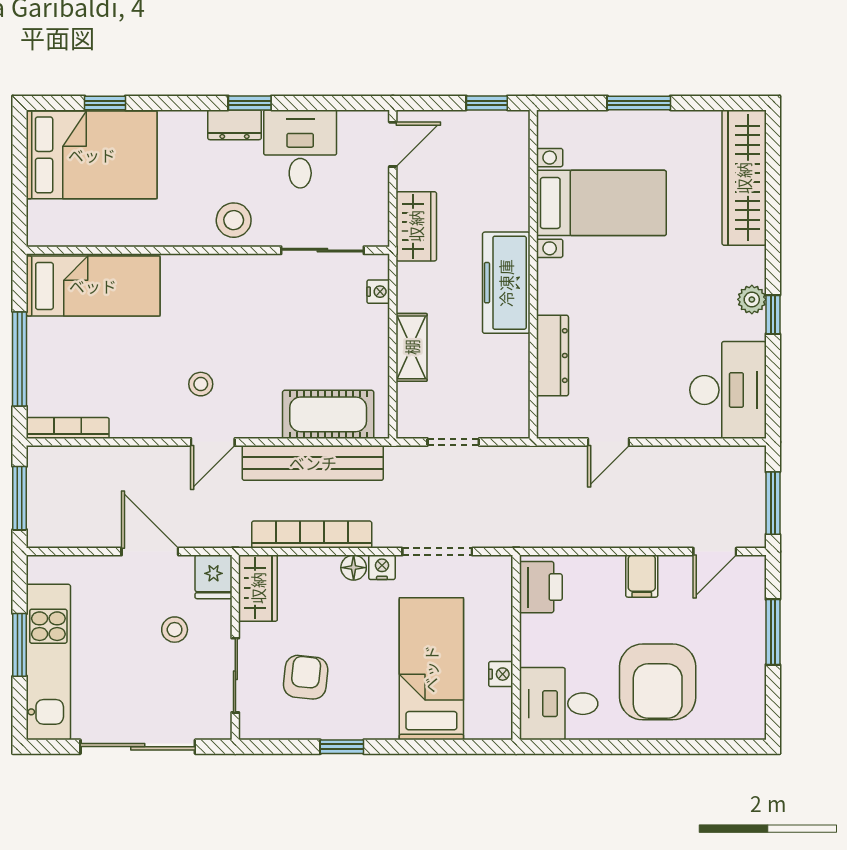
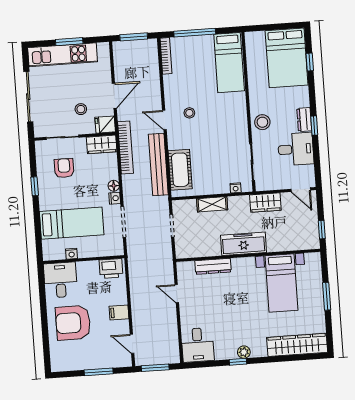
desk: (728, 390) -> (198, 345), width x0.73
bookcase: (312, 535) -> (126, 148), moved
armchair: (306, 677) -> (64, 168), turned -96

